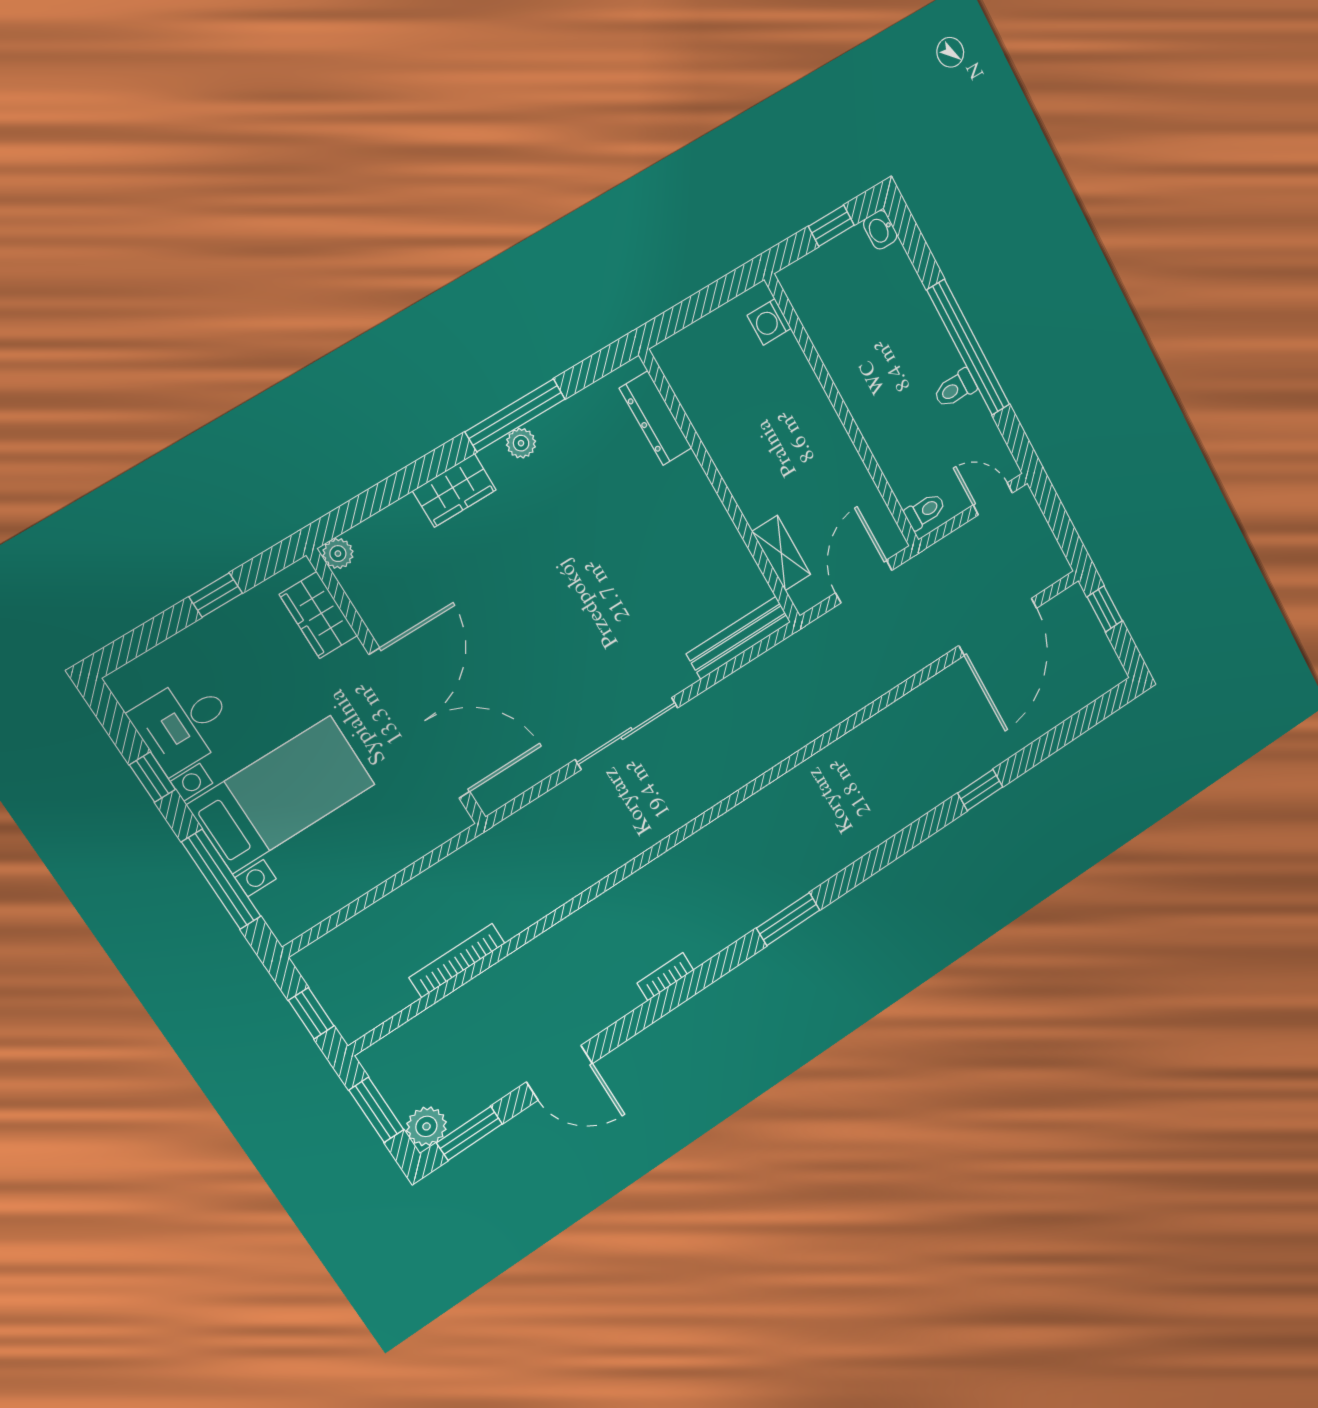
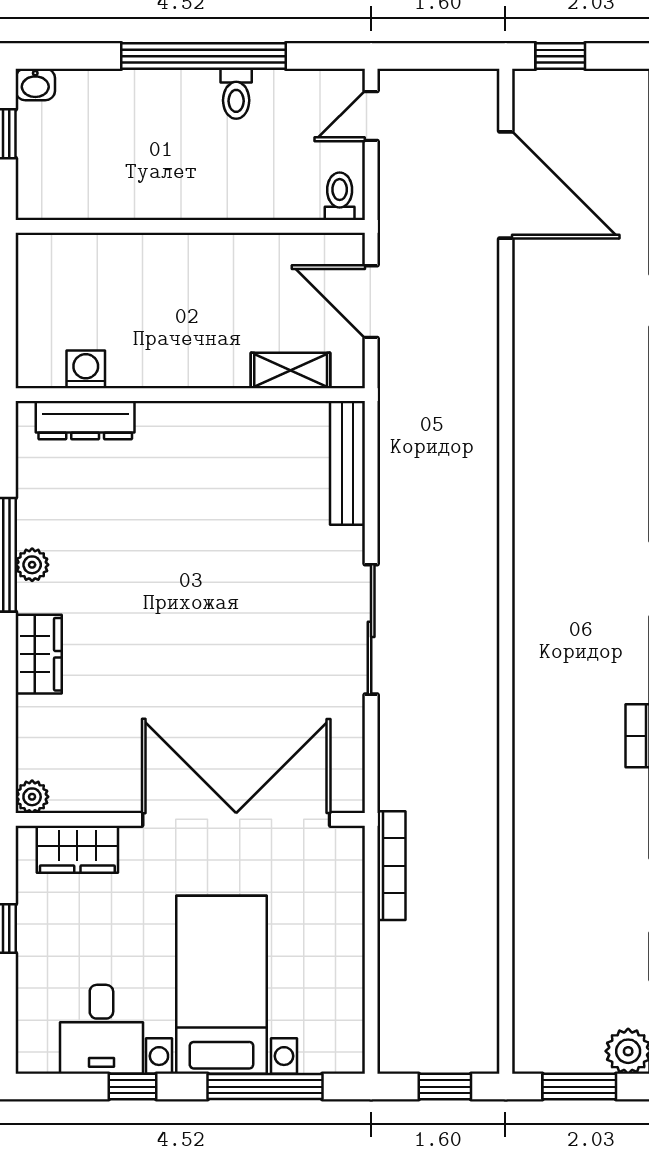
washing machine: (769, 322) -> (86, 369), moved, turned 180
bookcase: (457, 960) -> (391, 866), moved, turned 180

